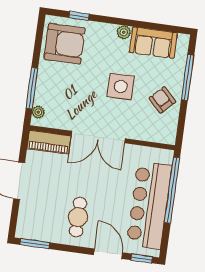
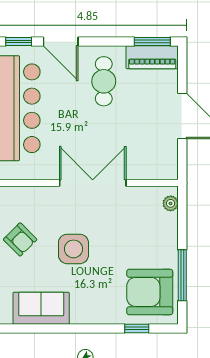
plant: (124, 32) -> (79, 316), removed
window: (32, 88) -> (182, 275), moved
piano: (49, 142) -> (152, 57), moved, turned 180

